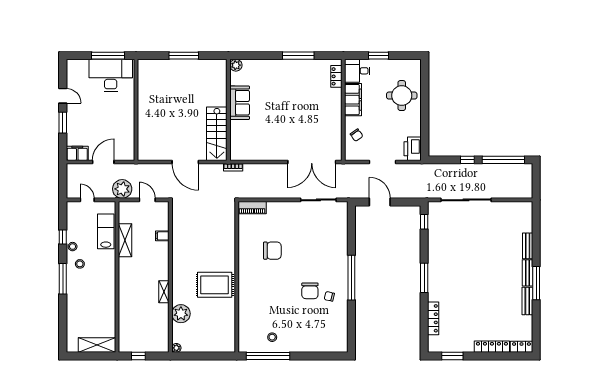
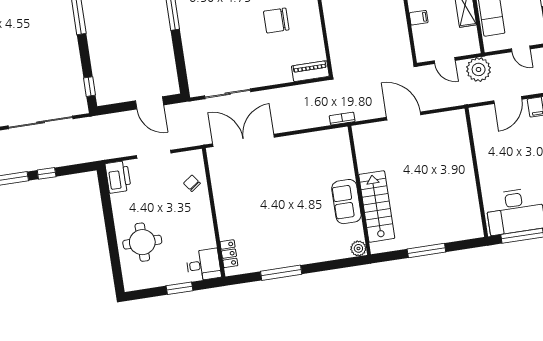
filing cabinet: (353, 100) -> (203, 228), removed
stairs: (217, 134) -> (377, 206), moved

